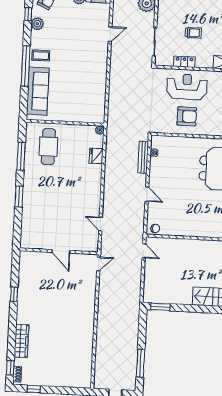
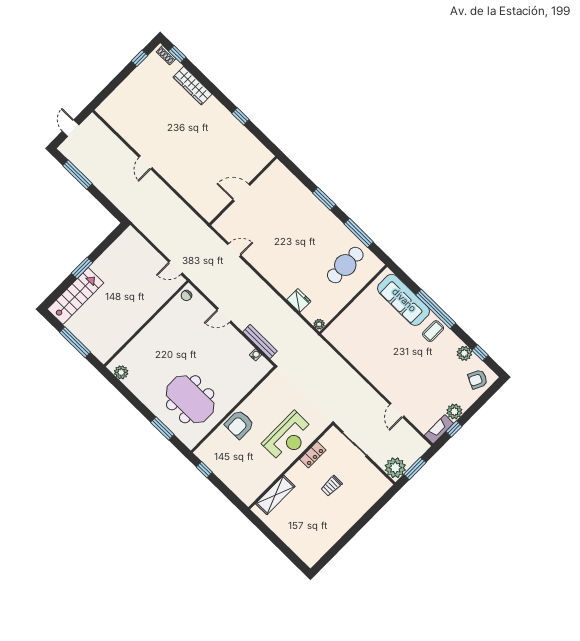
armchair: (187, 116) -> (239, 424), moved
cafe table: (48, 147) -> (345, 265), turned 90
door: (98, 264) -> (146, 162), moved
window: (160, 307) -> (82, 268), moved

